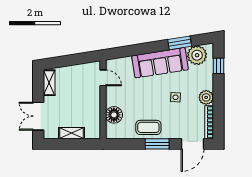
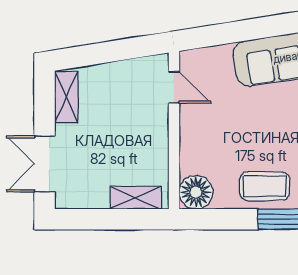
floor lamp: (114, 115) -> (196, 192), moved
shelving: (72, 133) -> (136, 198), moved

